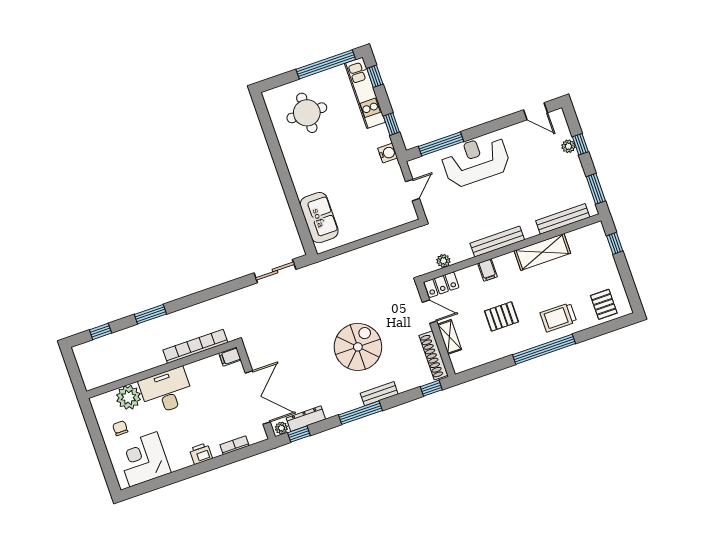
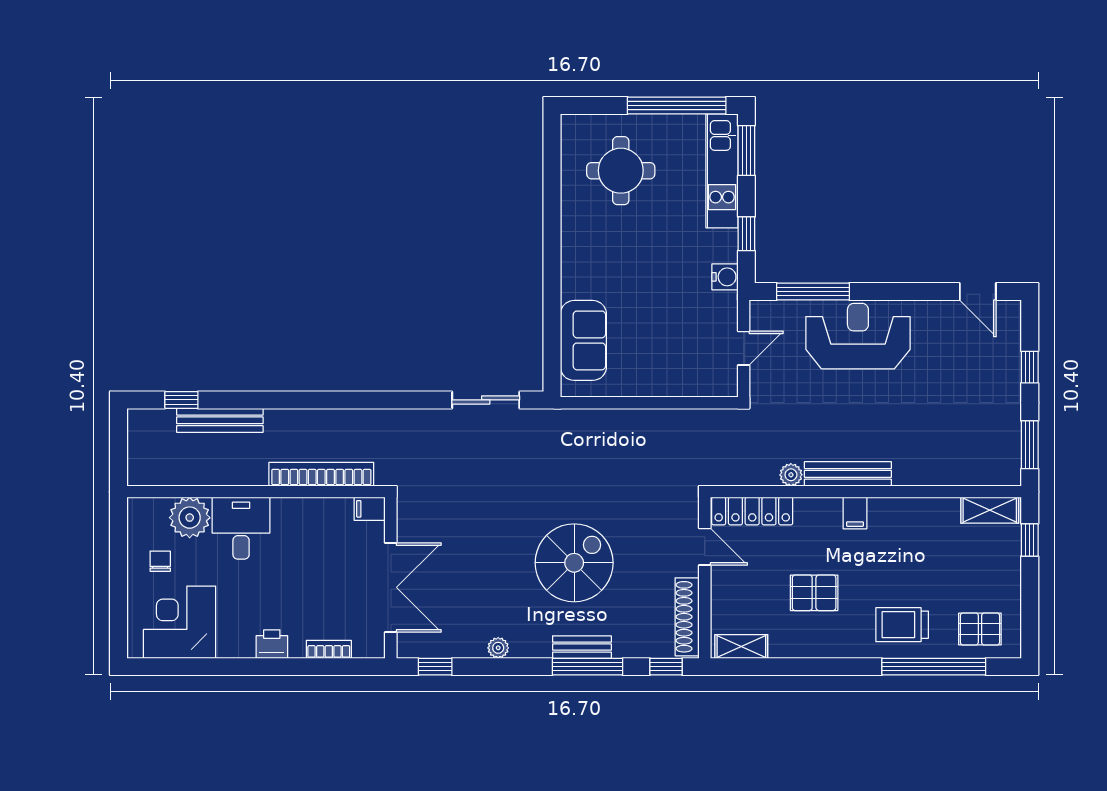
window: (375, 76) -> (746, 150), width x1.50
plant: (568, 146) -> (1010, 364), removed
bench: (563, 219) -> (220, 420), moved
shelving: (542, 252) -> (990, 510), moved, width x0.67, depth x0.75
plant: (443, 261) -> (791, 475), moved
filing cabinet: (488, 270) -> (855, 513), moved
locker: (441, 285) -> (752, 511), width x1.53
pallet: (604, 304) -> (980, 629), turned 90
window: (150, 314) -> (268, 400), removed
shelving: (450, 337) -> (741, 646), moved, turned 90
window: (544, 349) -> (934, 667), moved
desk: (166, 391) -> (241, 528), width x0.73
window: (360, 413) -> (588, 667), moved
dresser: (306, 419) -> (454, 646), removed
plant: (281, 428) -> (498, 648), moved

